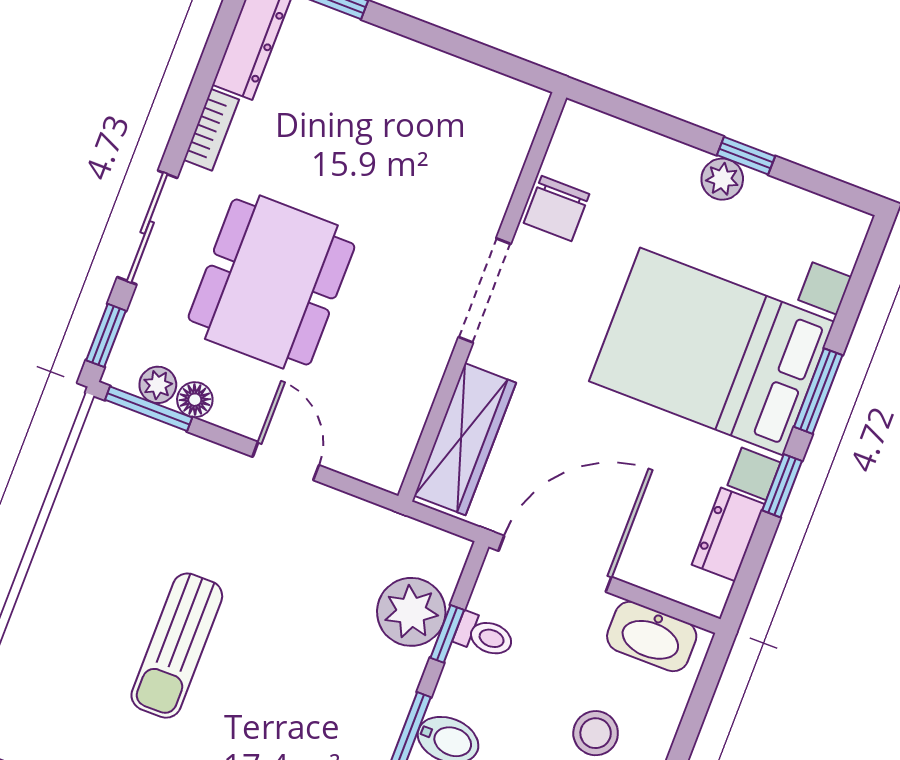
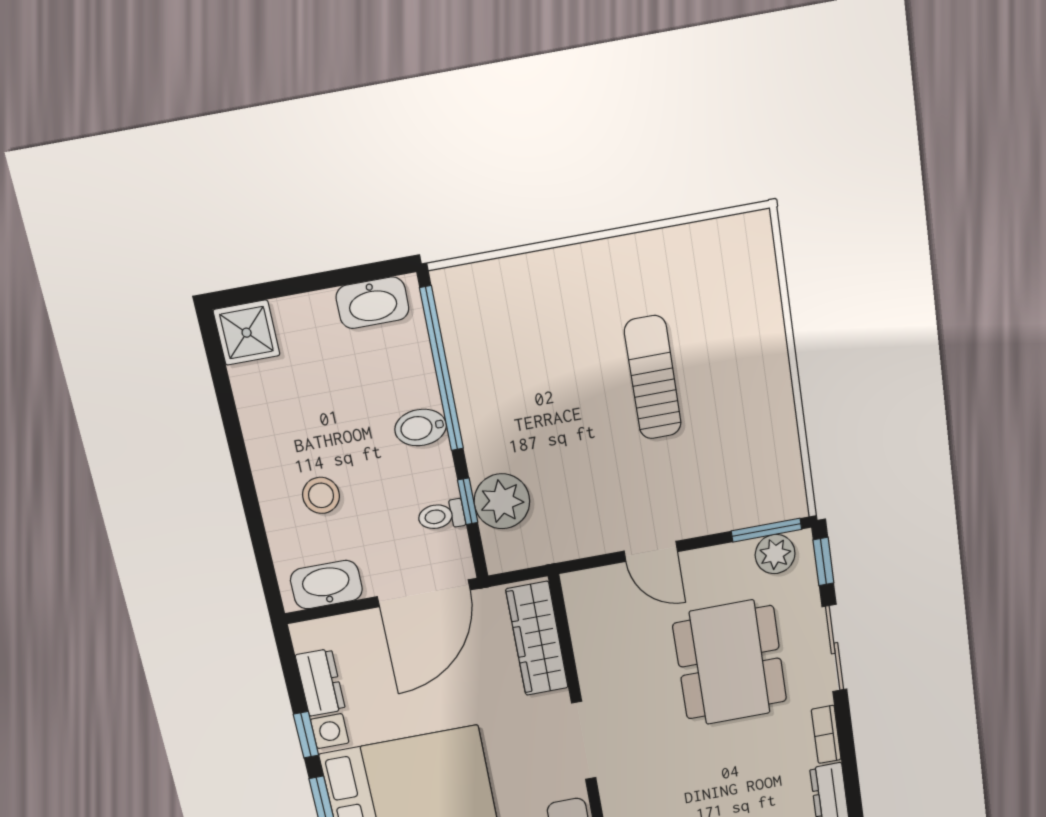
plant: (158, 385) -> (775, 554), width x1.38, depth x1.38
floor lamp: (195, 400) -> (738, 555), removed

